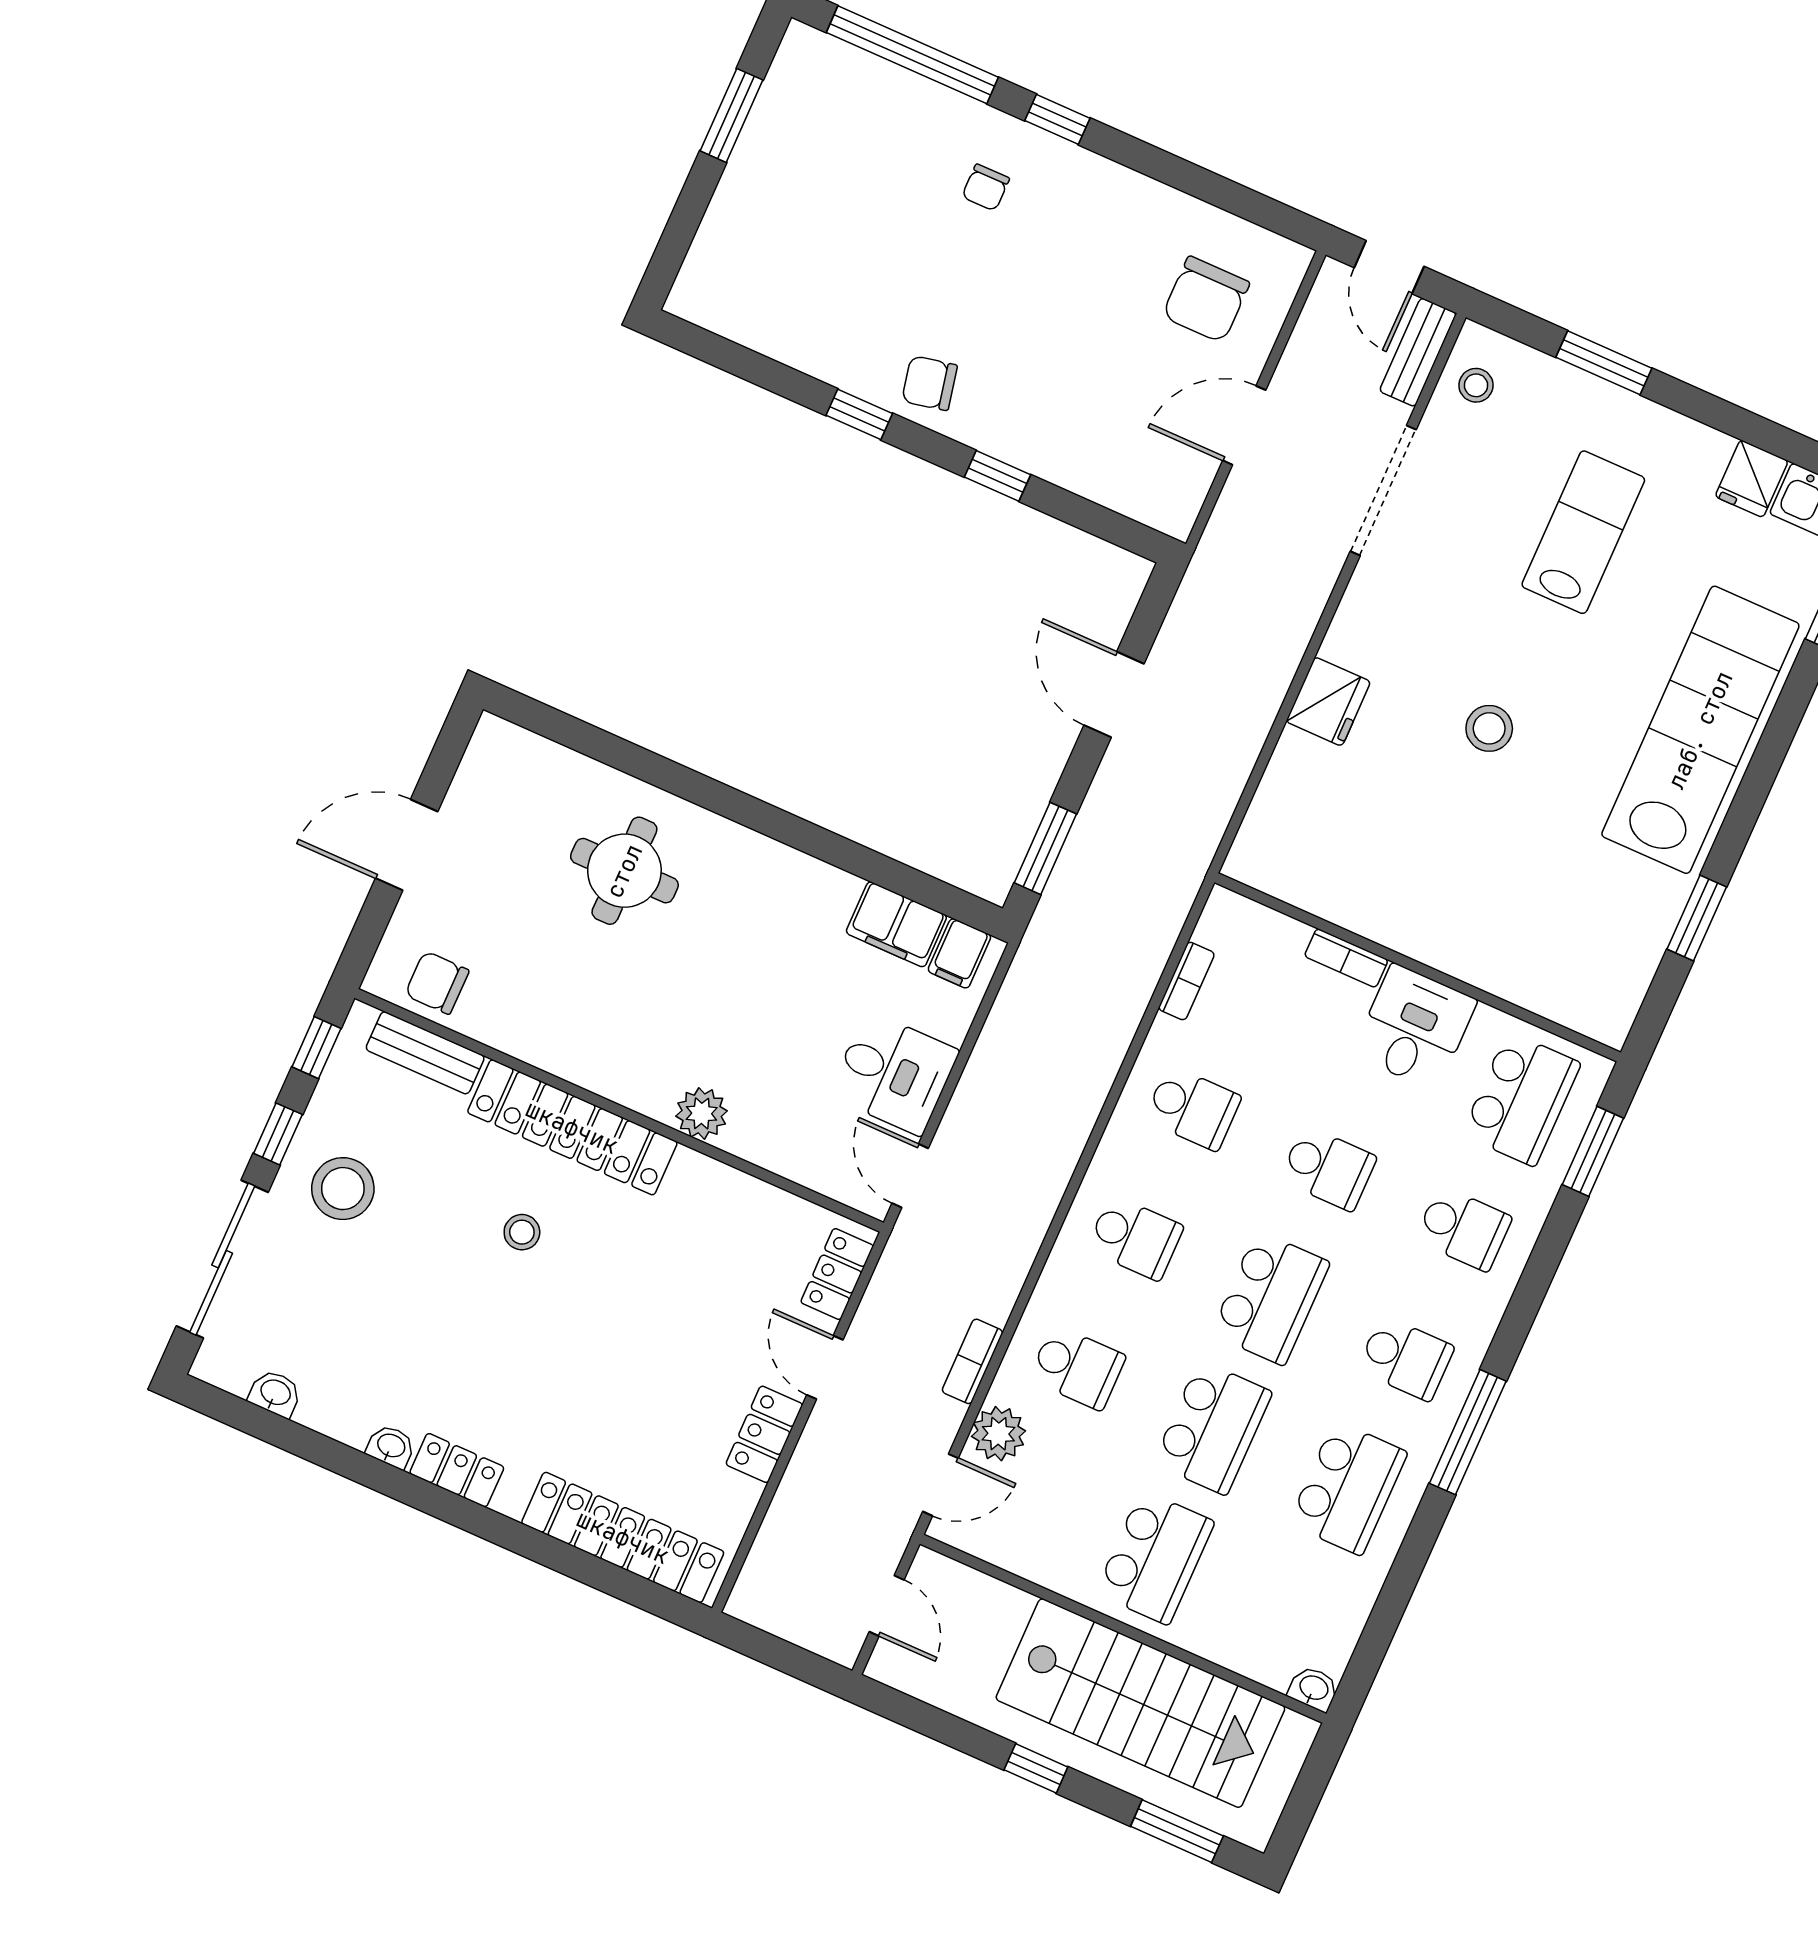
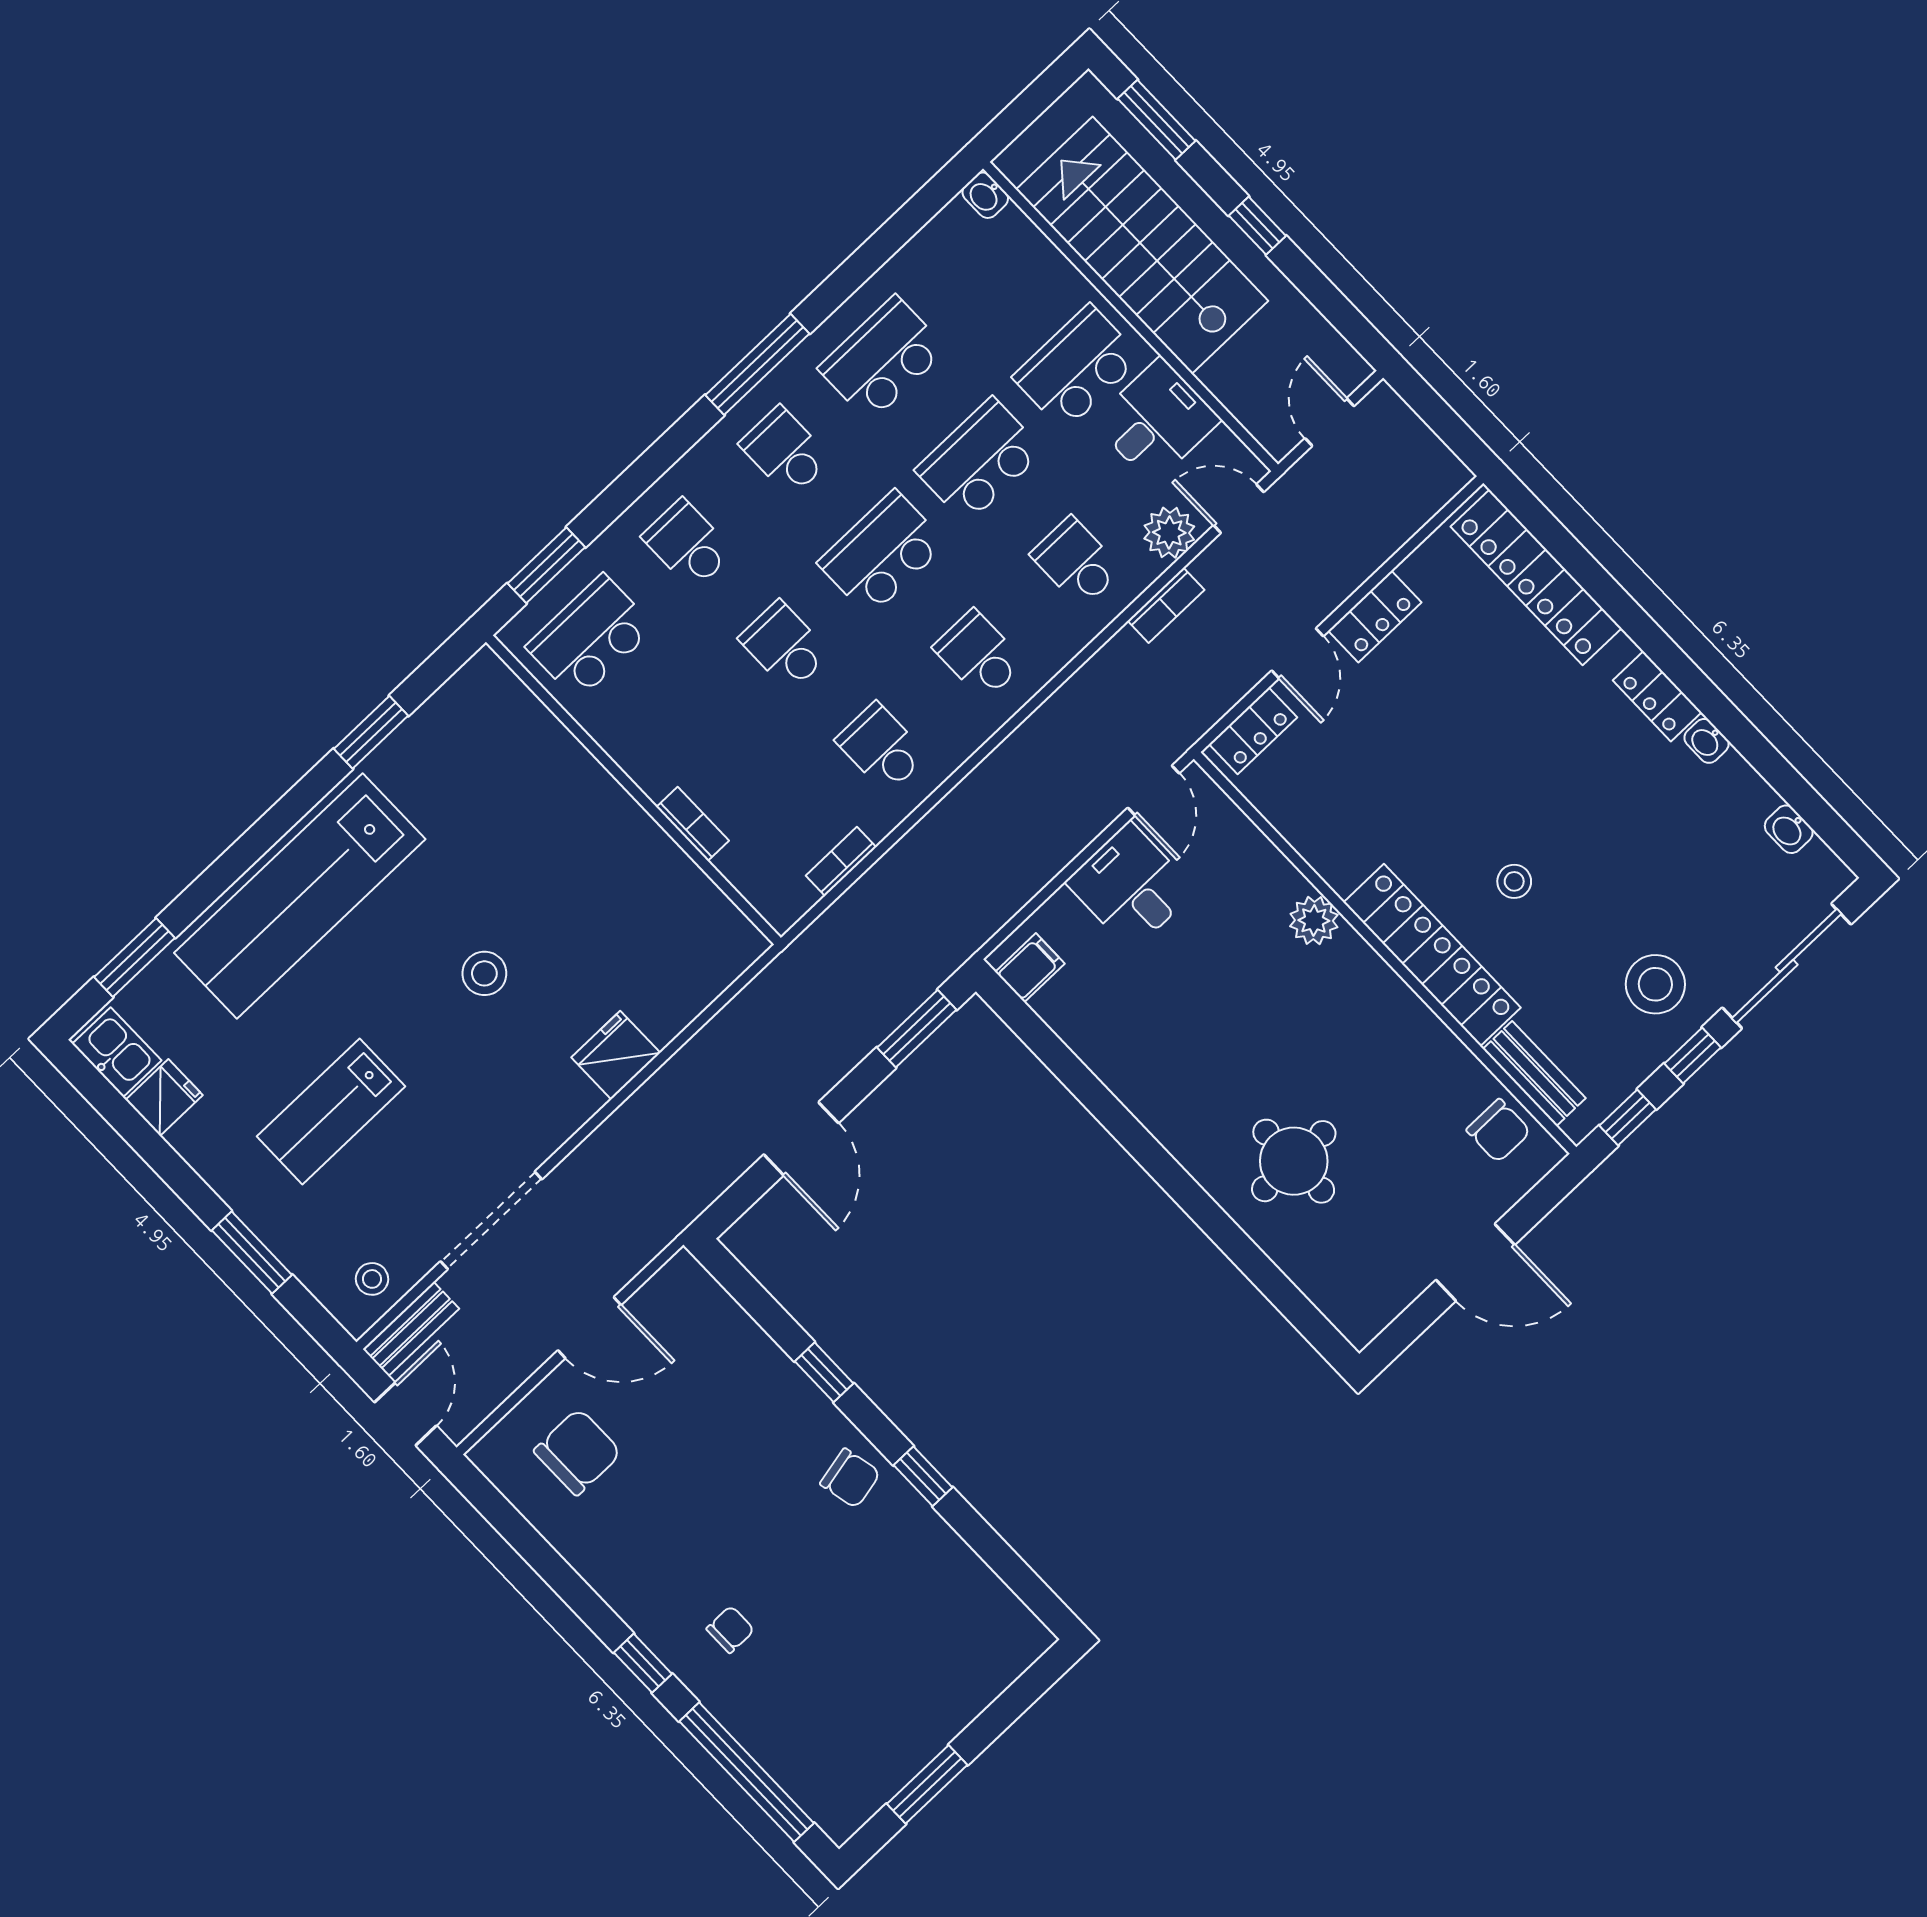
filing cabinet: (896, 924) -> (1075, 1016), removed
desk: (1415, 1027) -> (1157, 421), moved, turned 180

